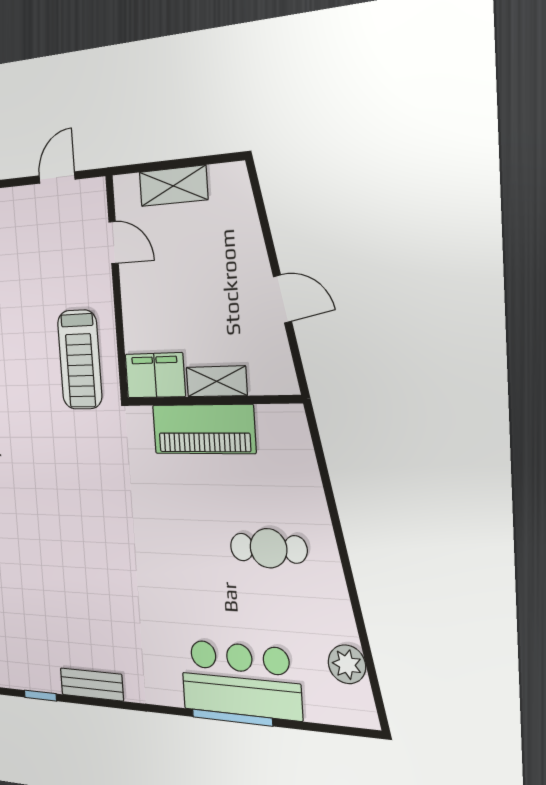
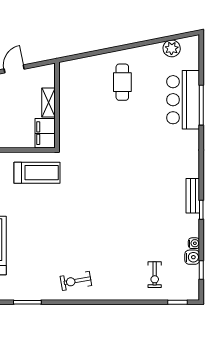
piano: (204, 429) -> (70, 110), removed
bench: (92, 684) -> (193, 196), moved

